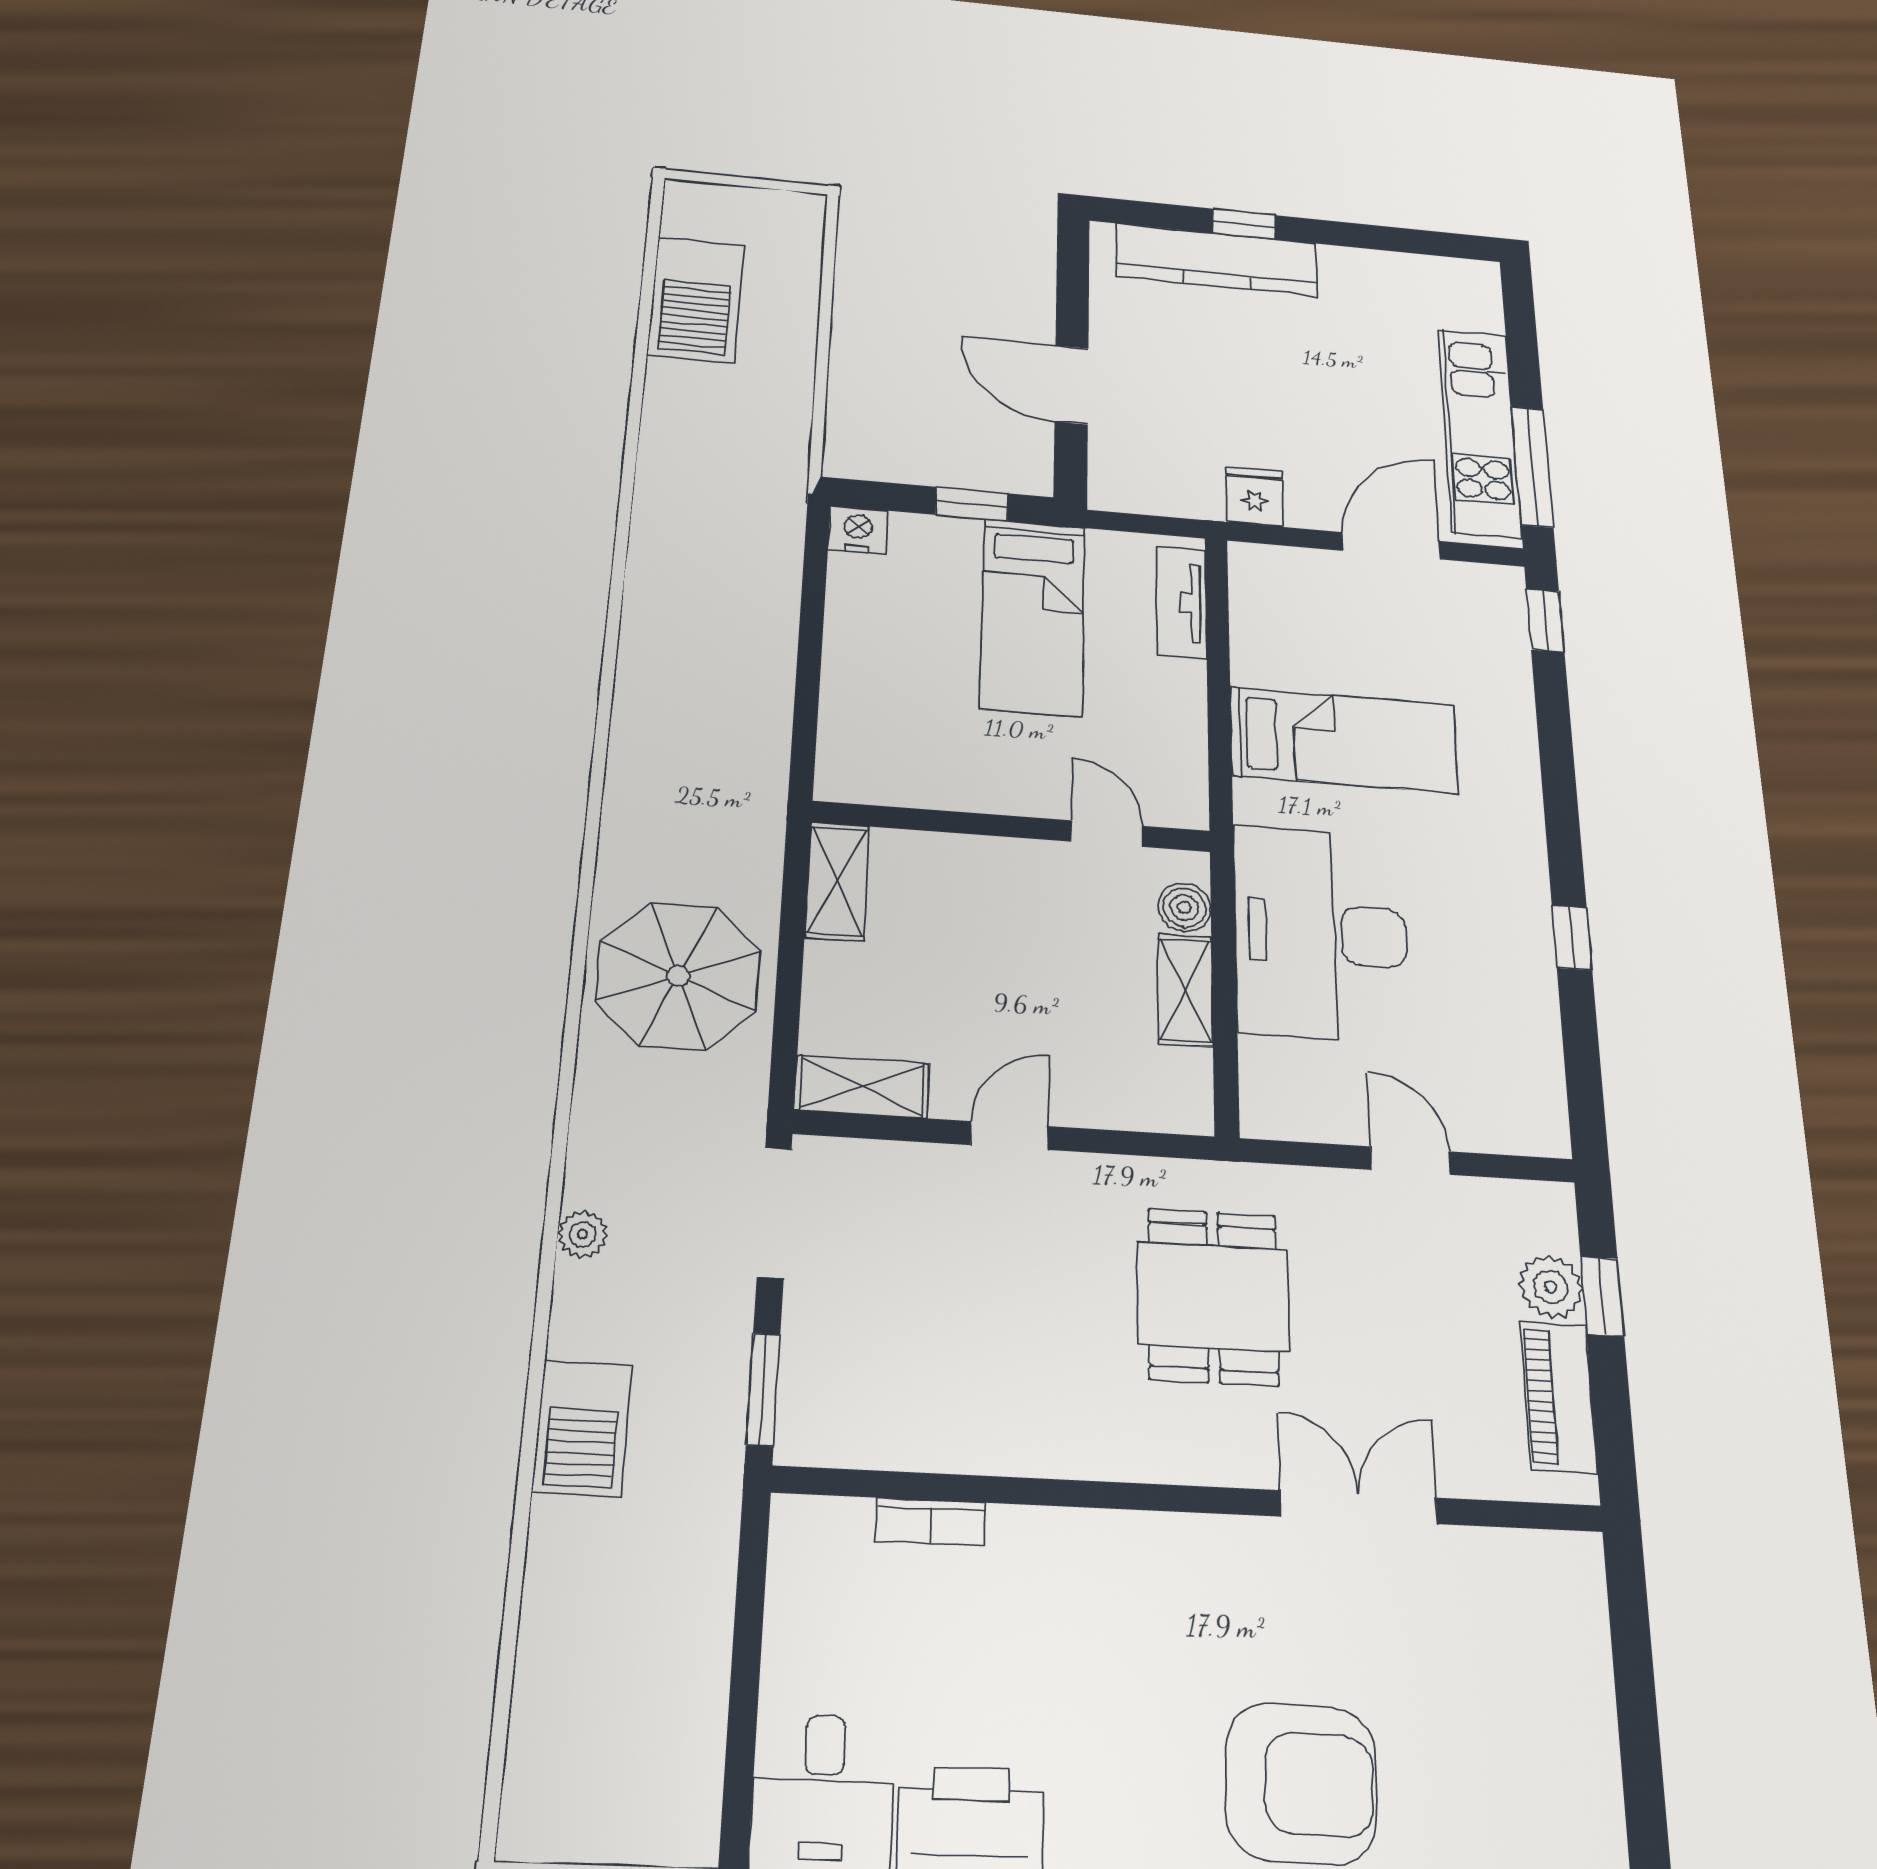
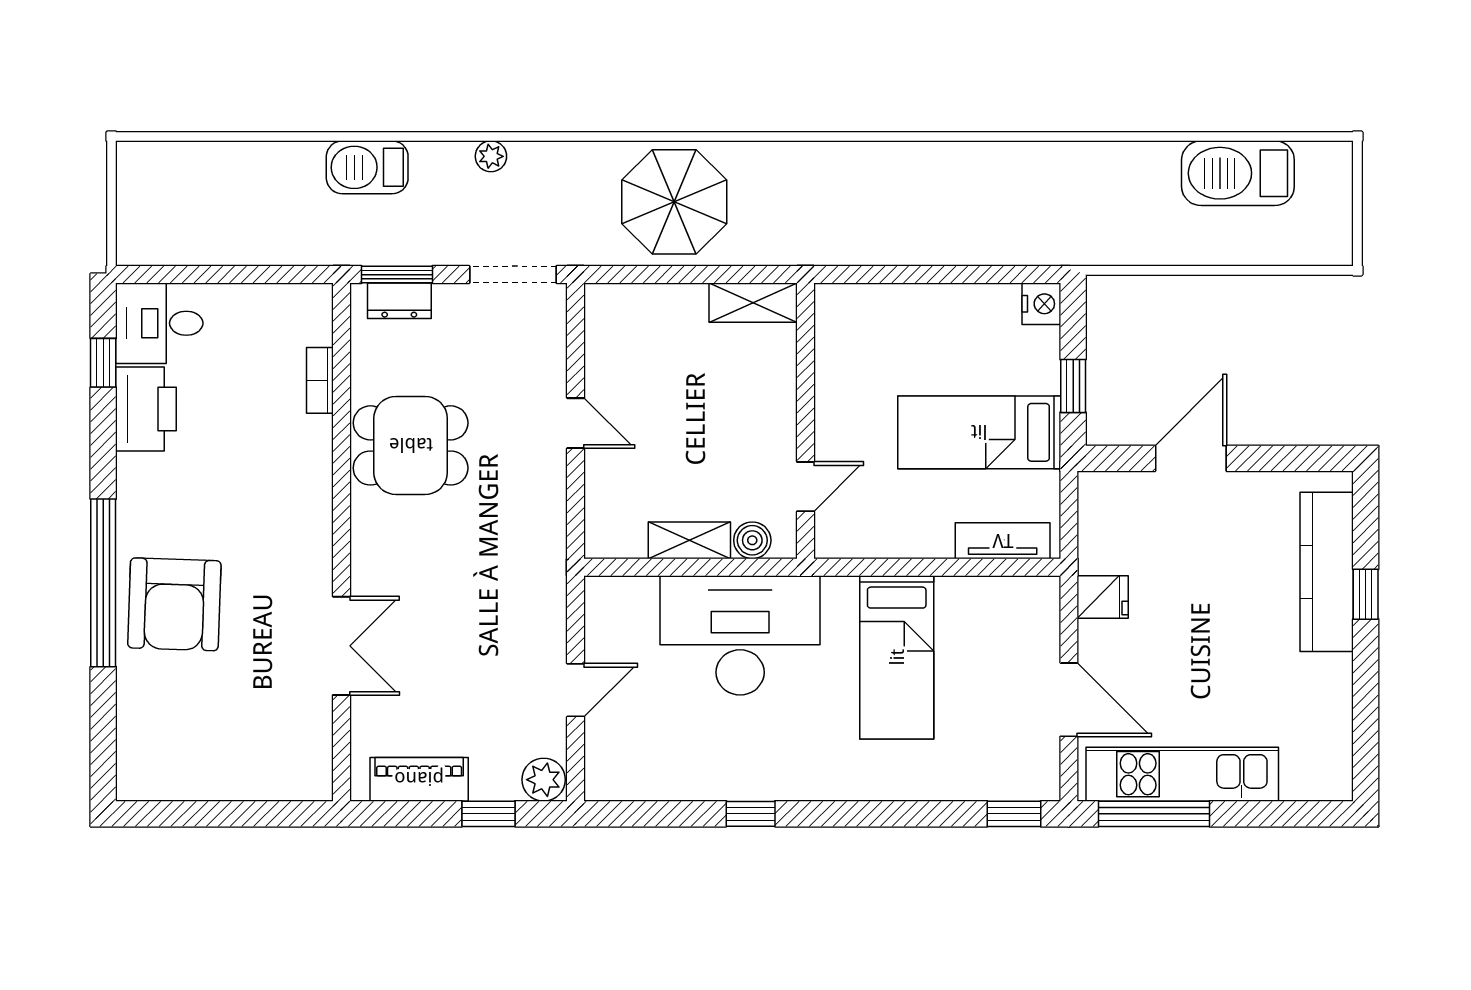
shelving: (862, 1087) -> (603, 326), removed
plant: (1551, 1287) -> (544, 780), moved
dining table: (1213, 1297) -> (411, 445), moved
dresser: (806, 1388) -> (399, 301), added

